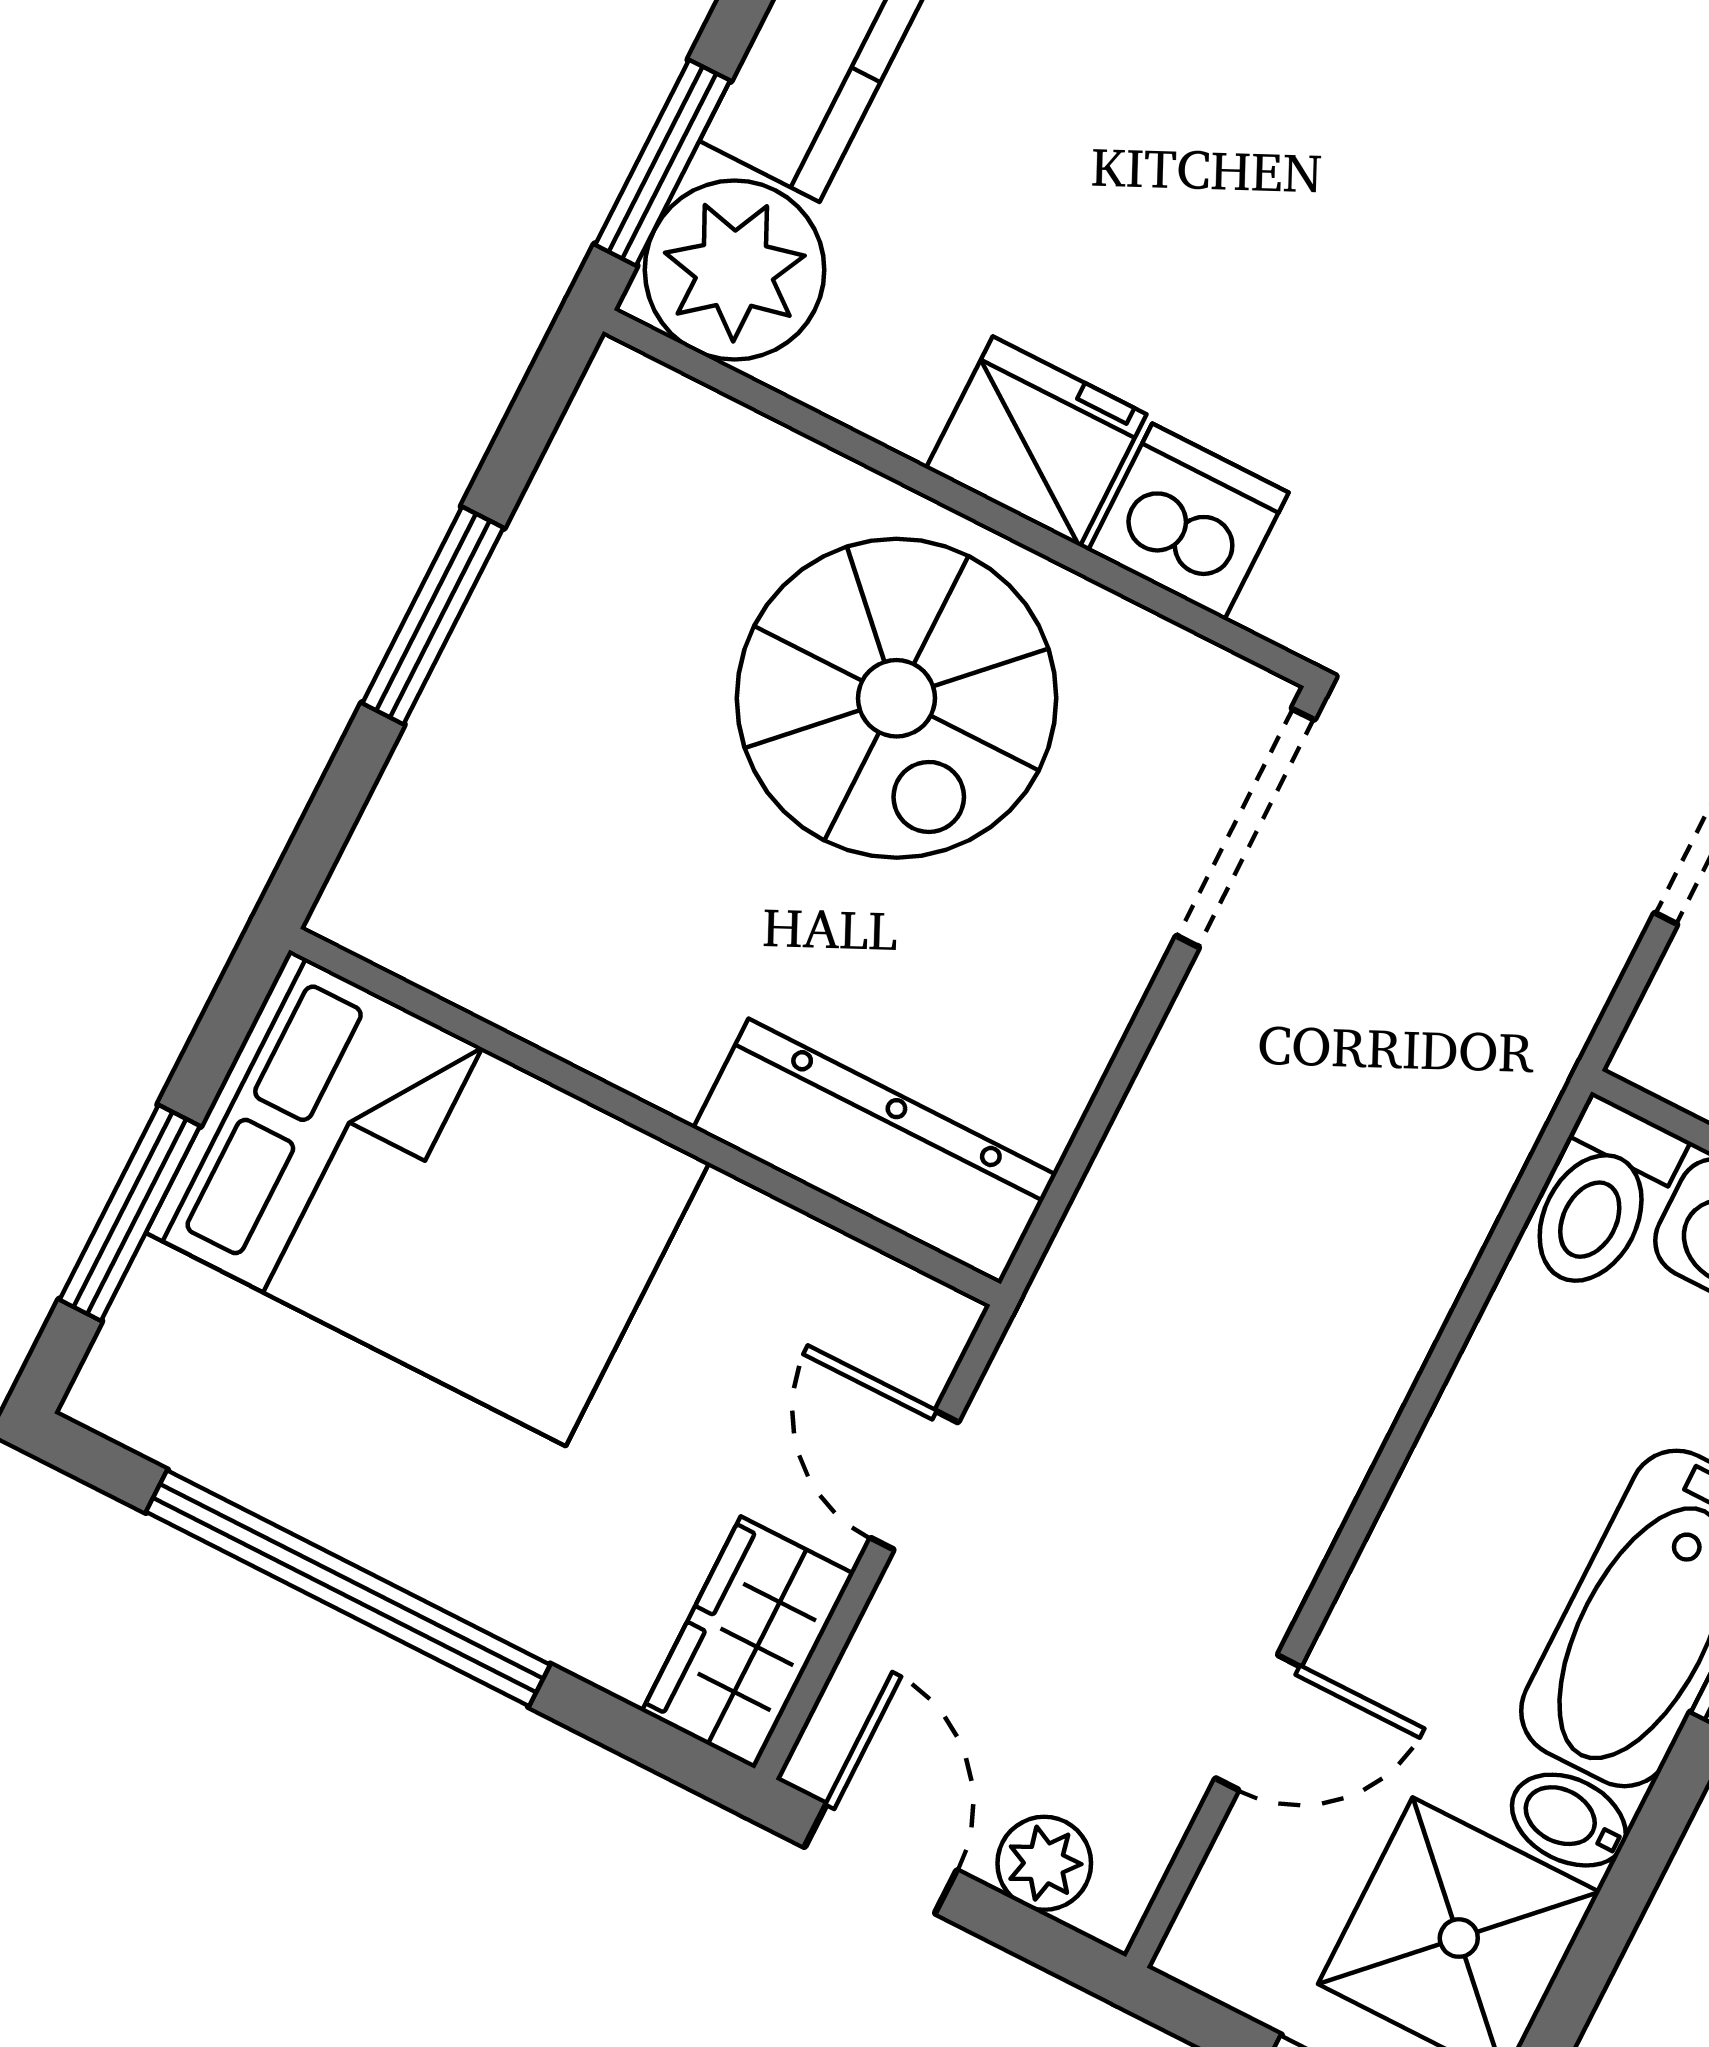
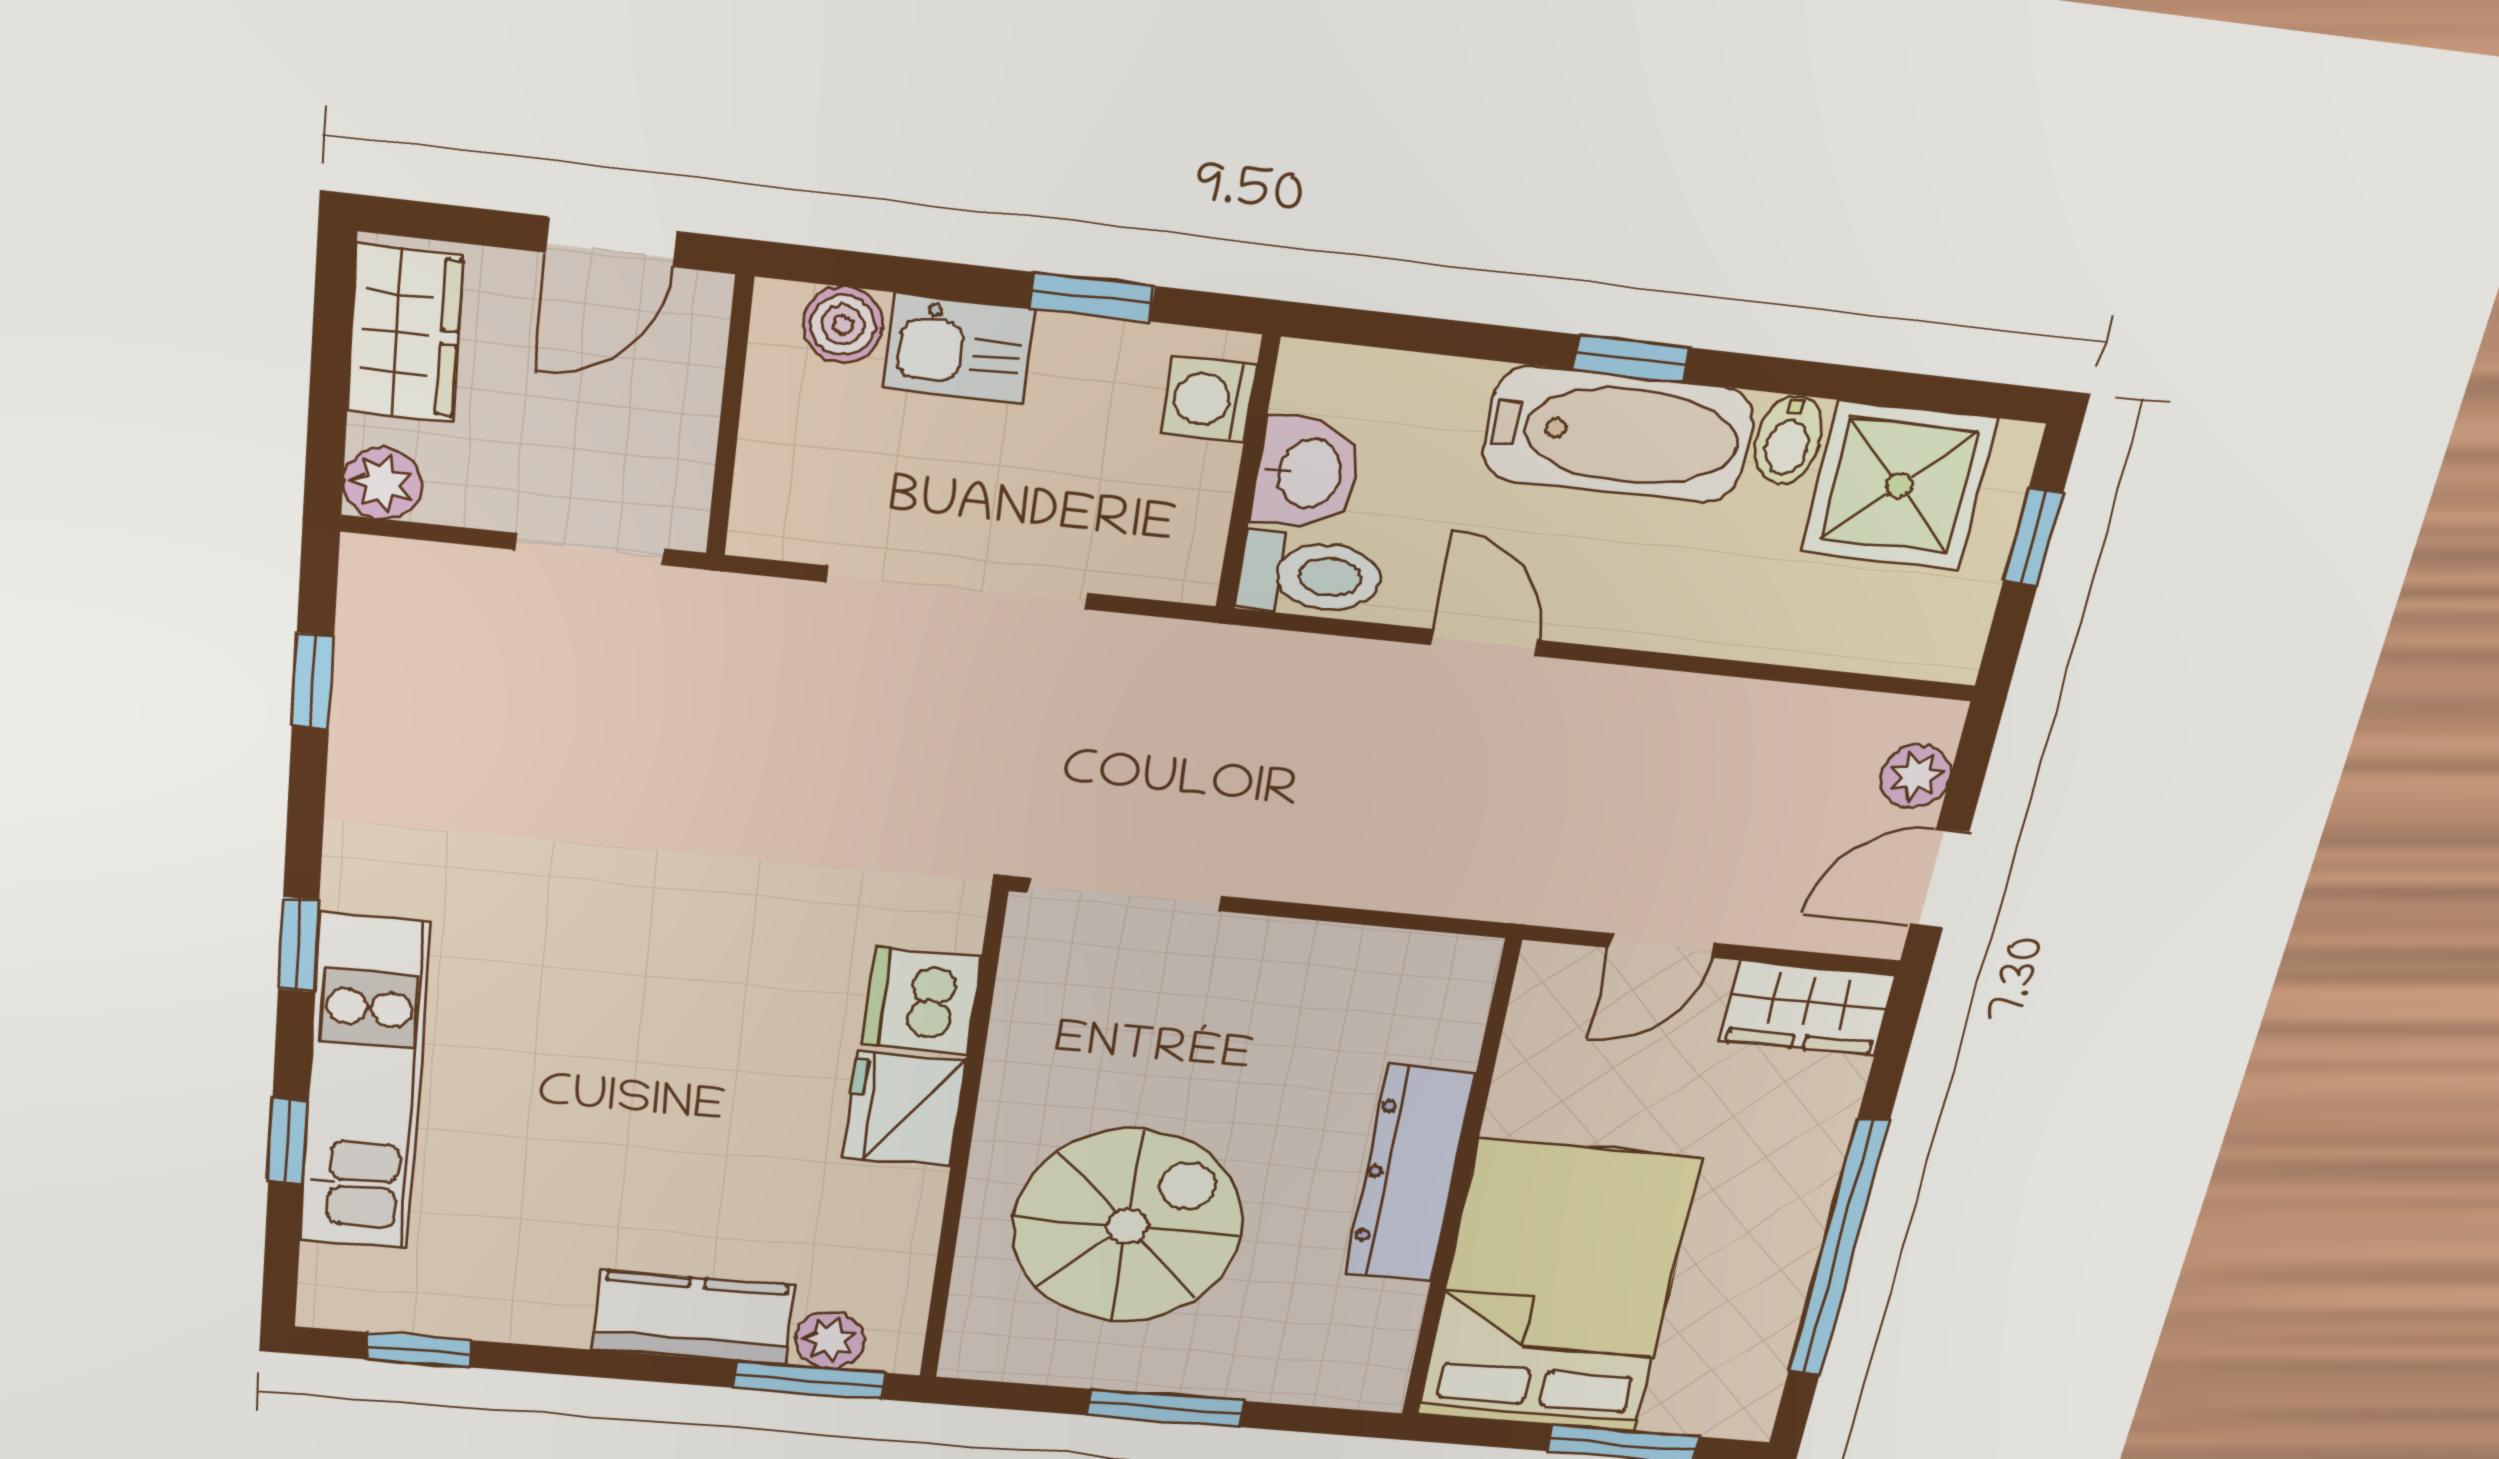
plant: (735, 270) -> (830, 1340), width x0.53, depth x0.53
spiral stairs: (896, 698) -> (1127, 1226), moved
dresser: (875, 1151) -> (1410, 1174), moved
door: (1258, 1722) -> (1484, 643), moved

